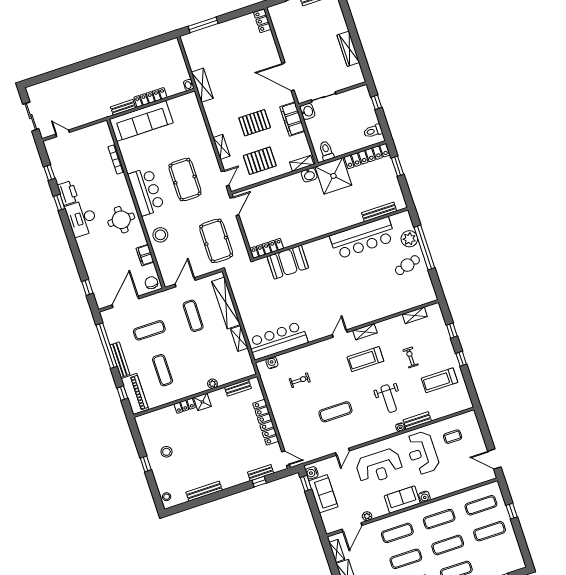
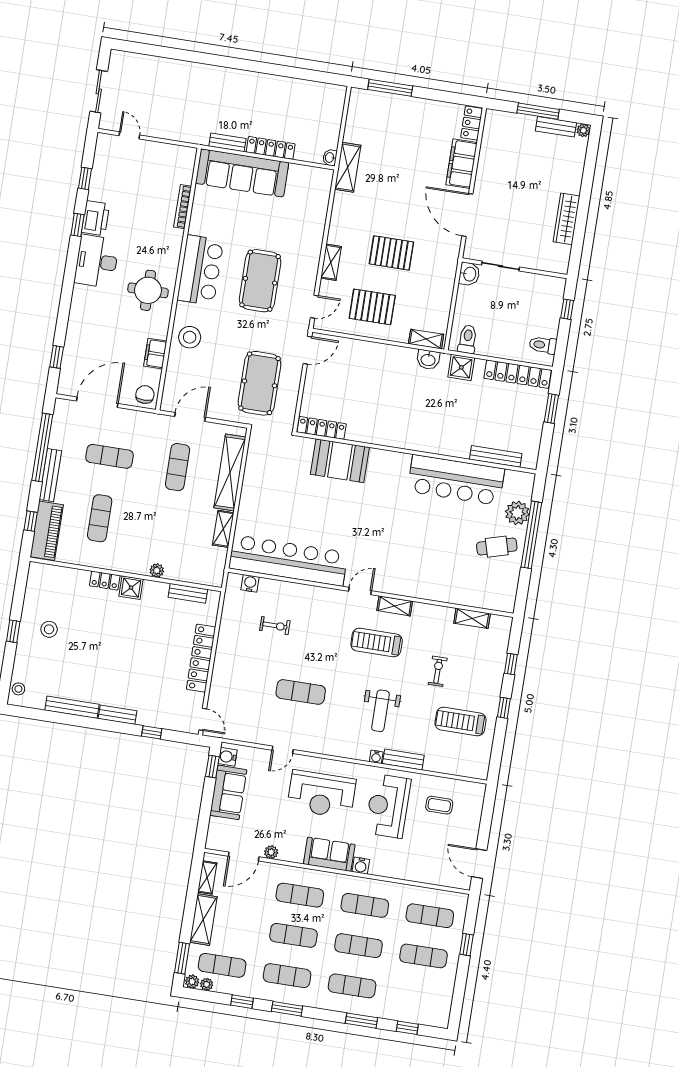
filing cabinet: (292, 119) -> (462, 164), moved
shower: (333, 176) -> (461, 367), width x0.54, depth x0.54
bar counter: (278, 341) -> (288, 560), width x1.36
bench: (261, 473) -> (118, 715), moved

